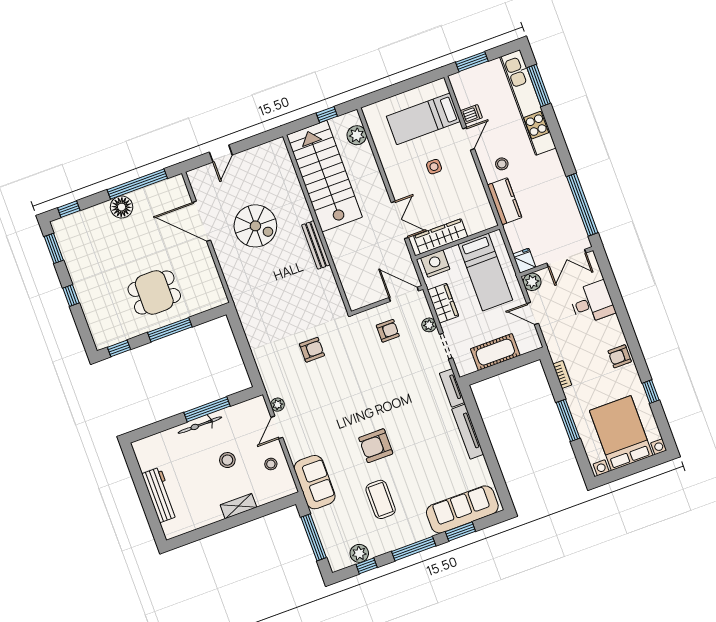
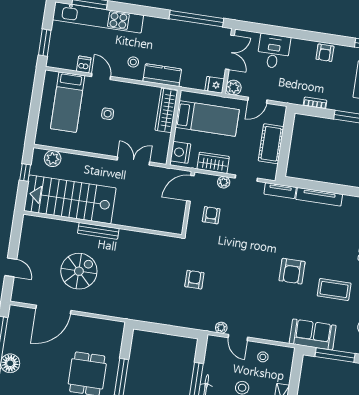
wardrobe: (441, 236) -> (166, 110), moved
bench: (316, 245) -> (98, 231), moved
sofa: (315, 482) -> (313, 334), moved

